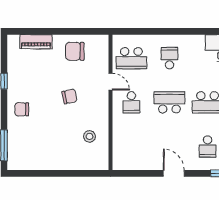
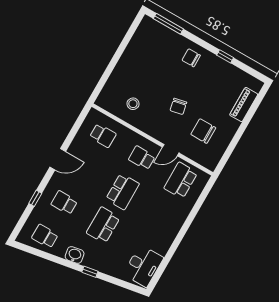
chair: (75, 51) -> (203, 131), moved, turned -90
school desk: (169, 58) -> (103, 136), moved
chair: (22, 109) -> (191, 58), turned -90

